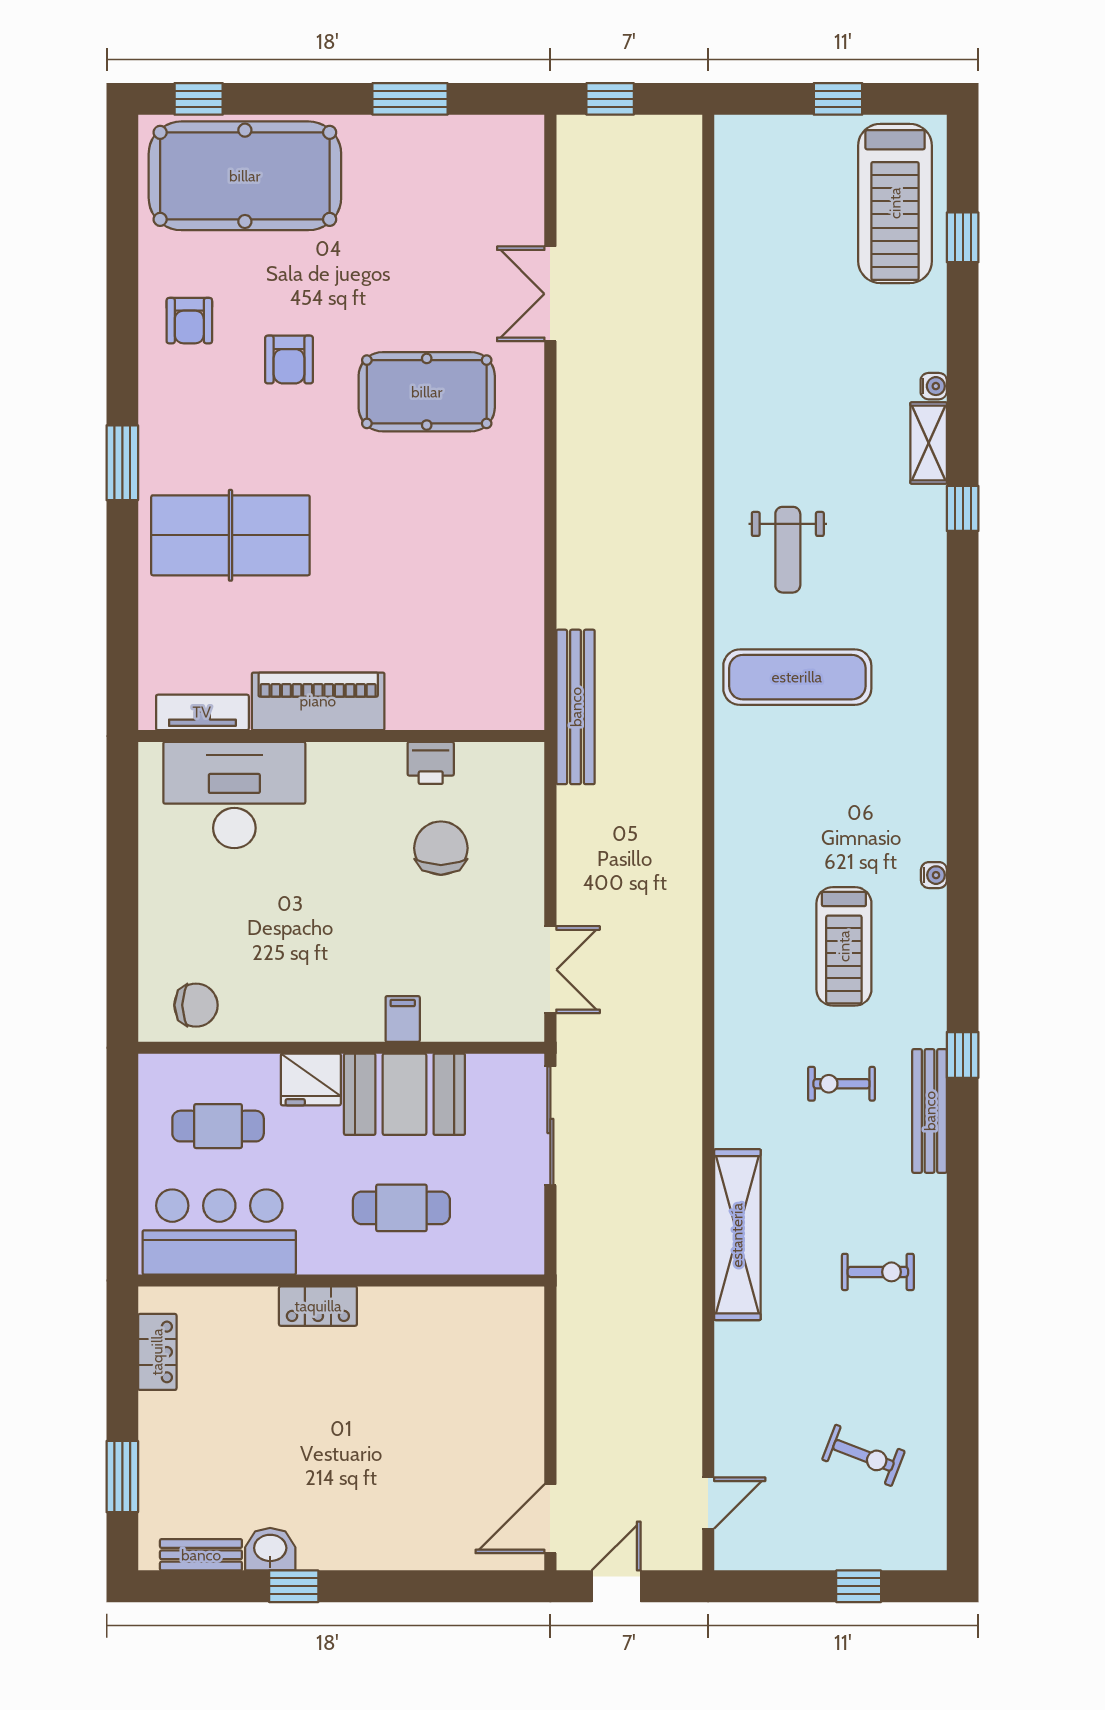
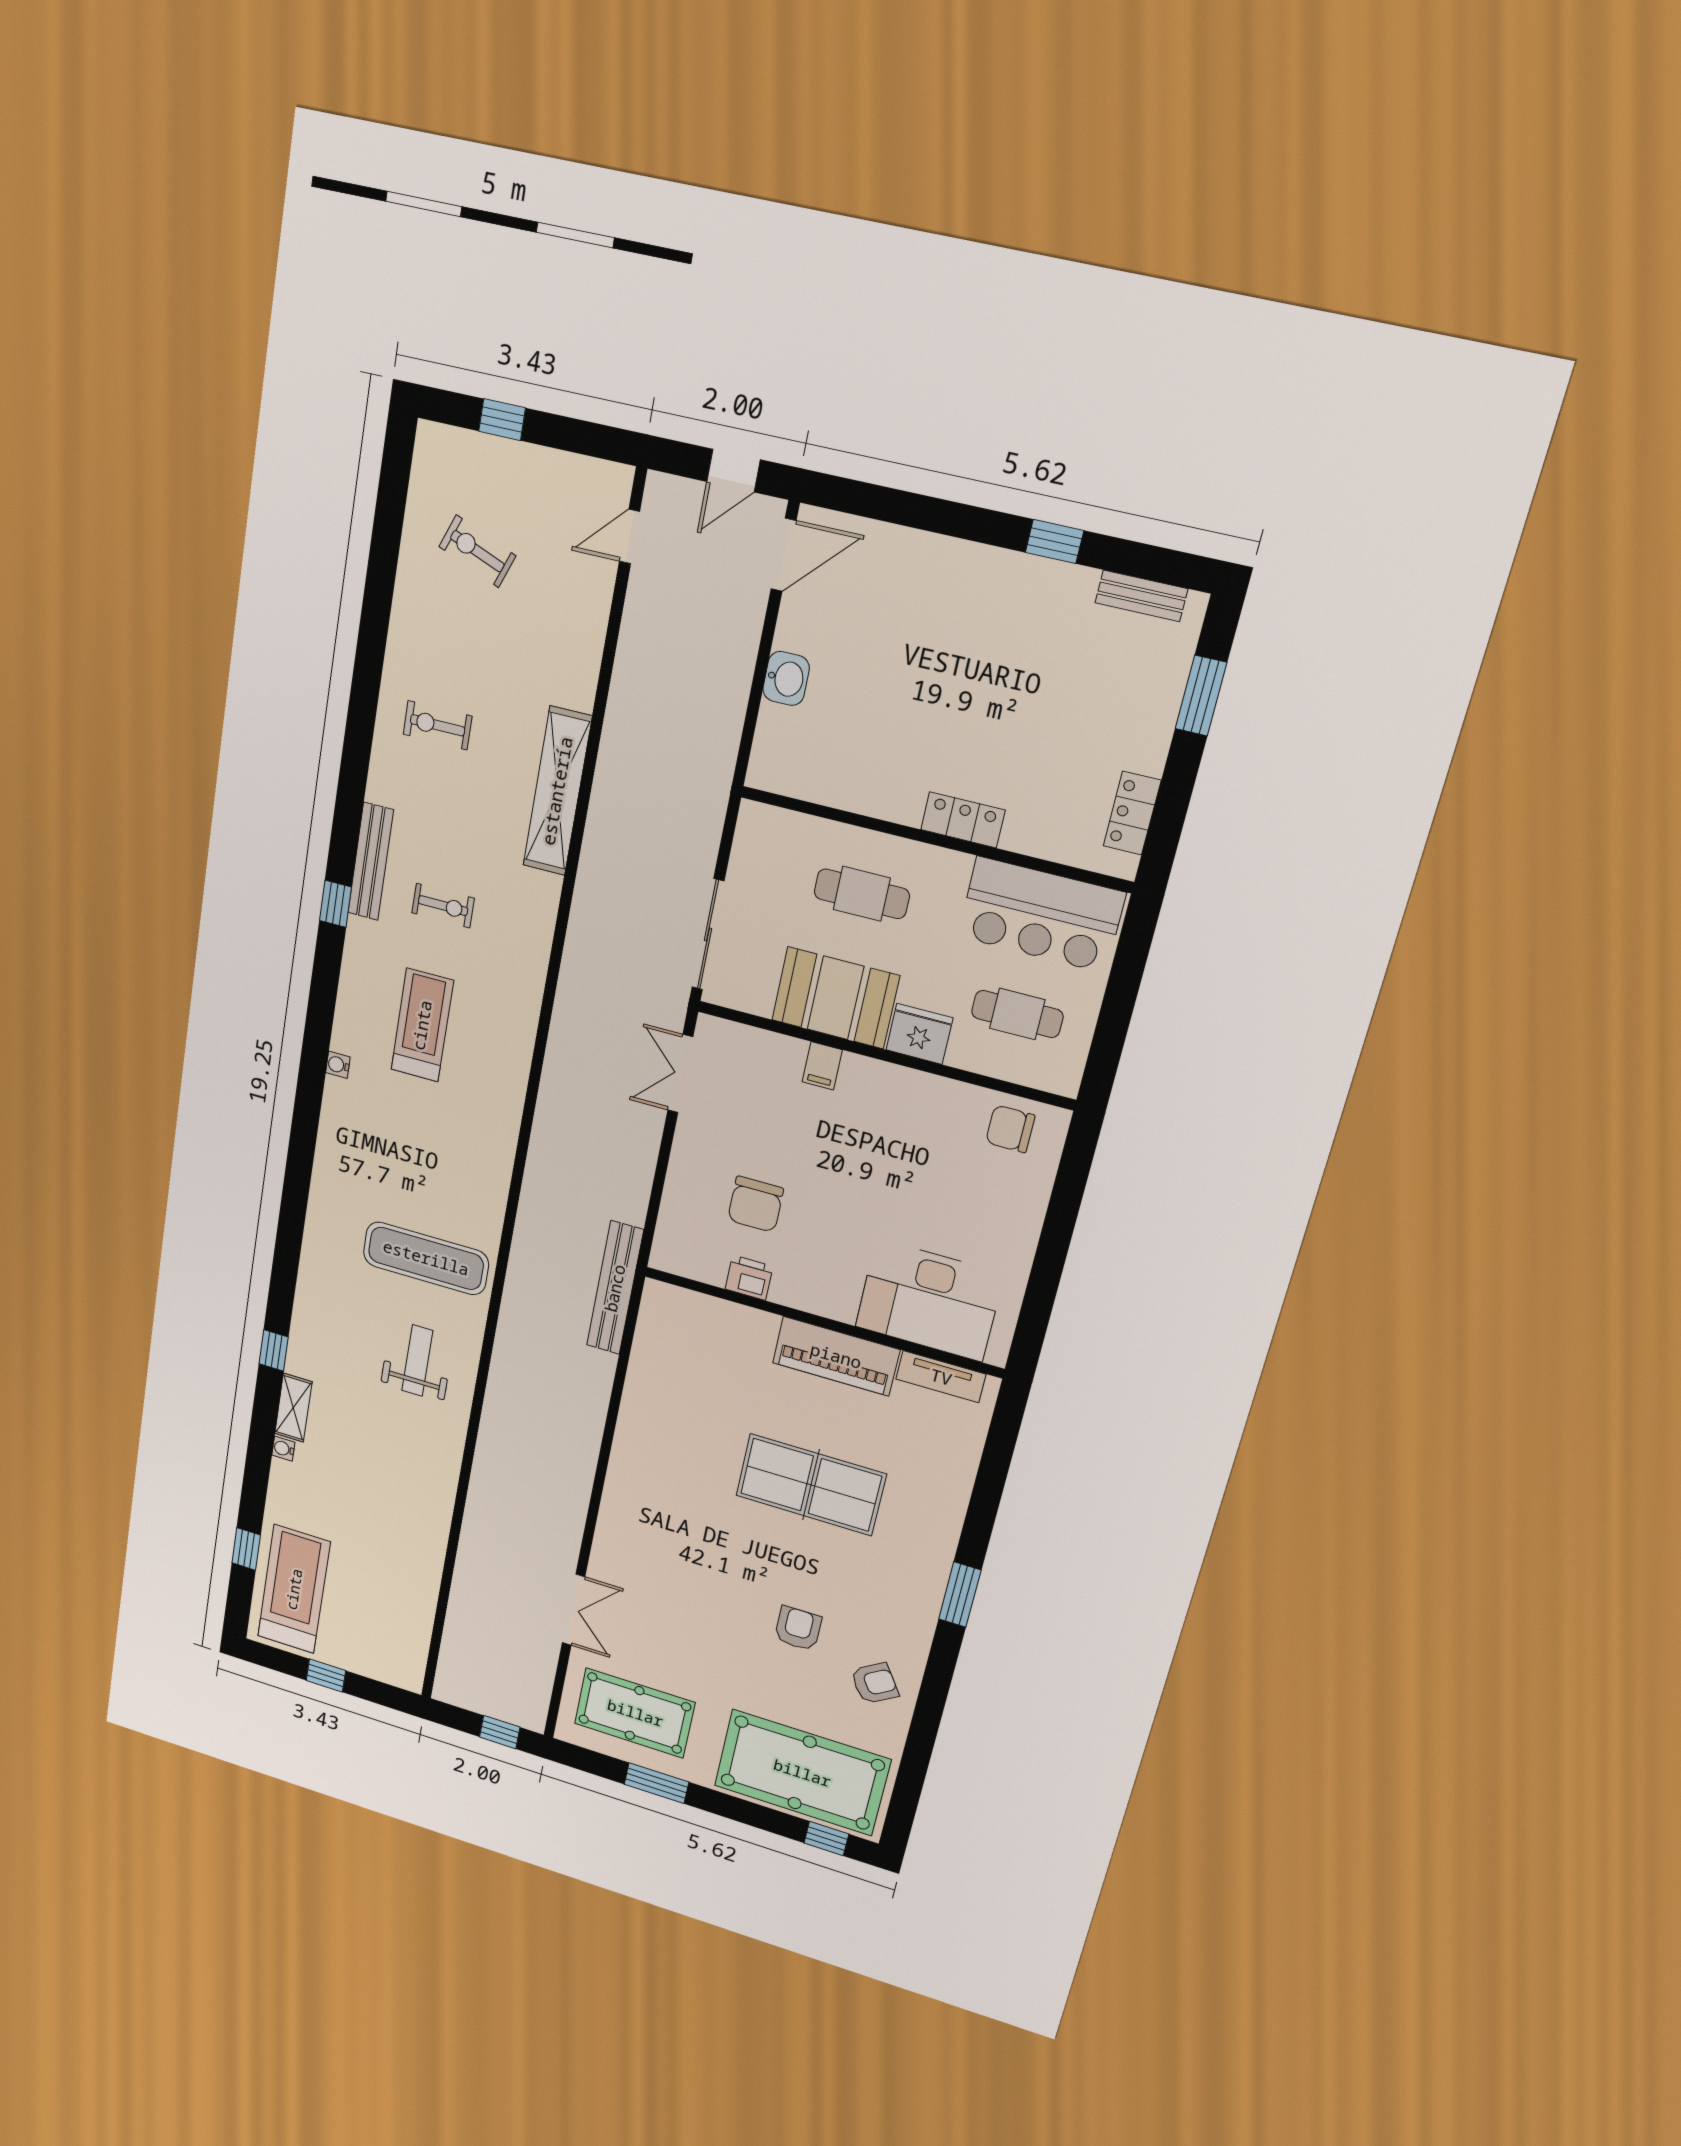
armchair: (189, 321) -> (875, 1683), turned 57
pool table: (427, 392) -> (635, 1713), moved
table tennis table: (230, 535) -> (811, 1485), moved
washbasin: (270, 1549) -> (786, 679), moved, turned -90

